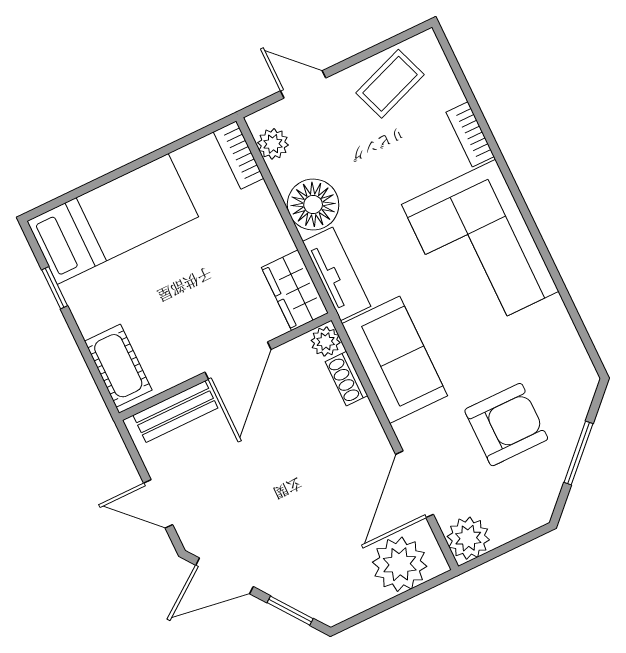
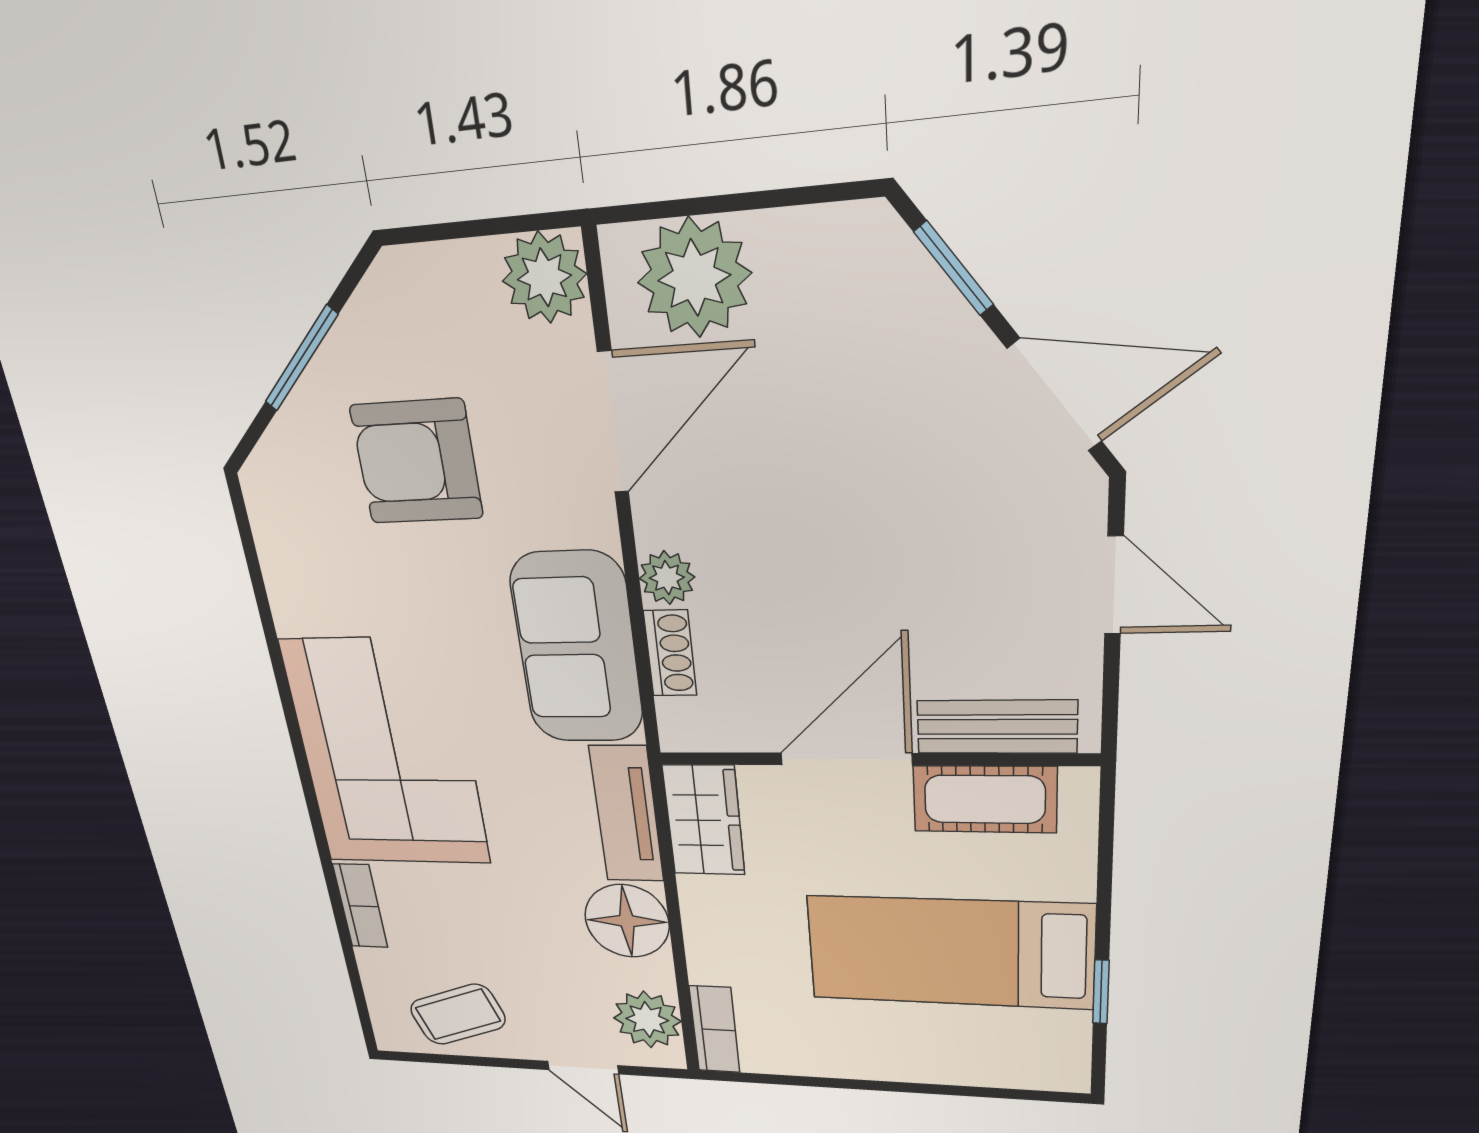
plant: (273, 144) -> (647, 1020), width x1.38, depth x1.38
bed: (113, 219) -> (949, 952), moved
plant: (326, 342) -> (667, 578), moved
cot: (118, 366) -> (985, 799), moved, turned 90

